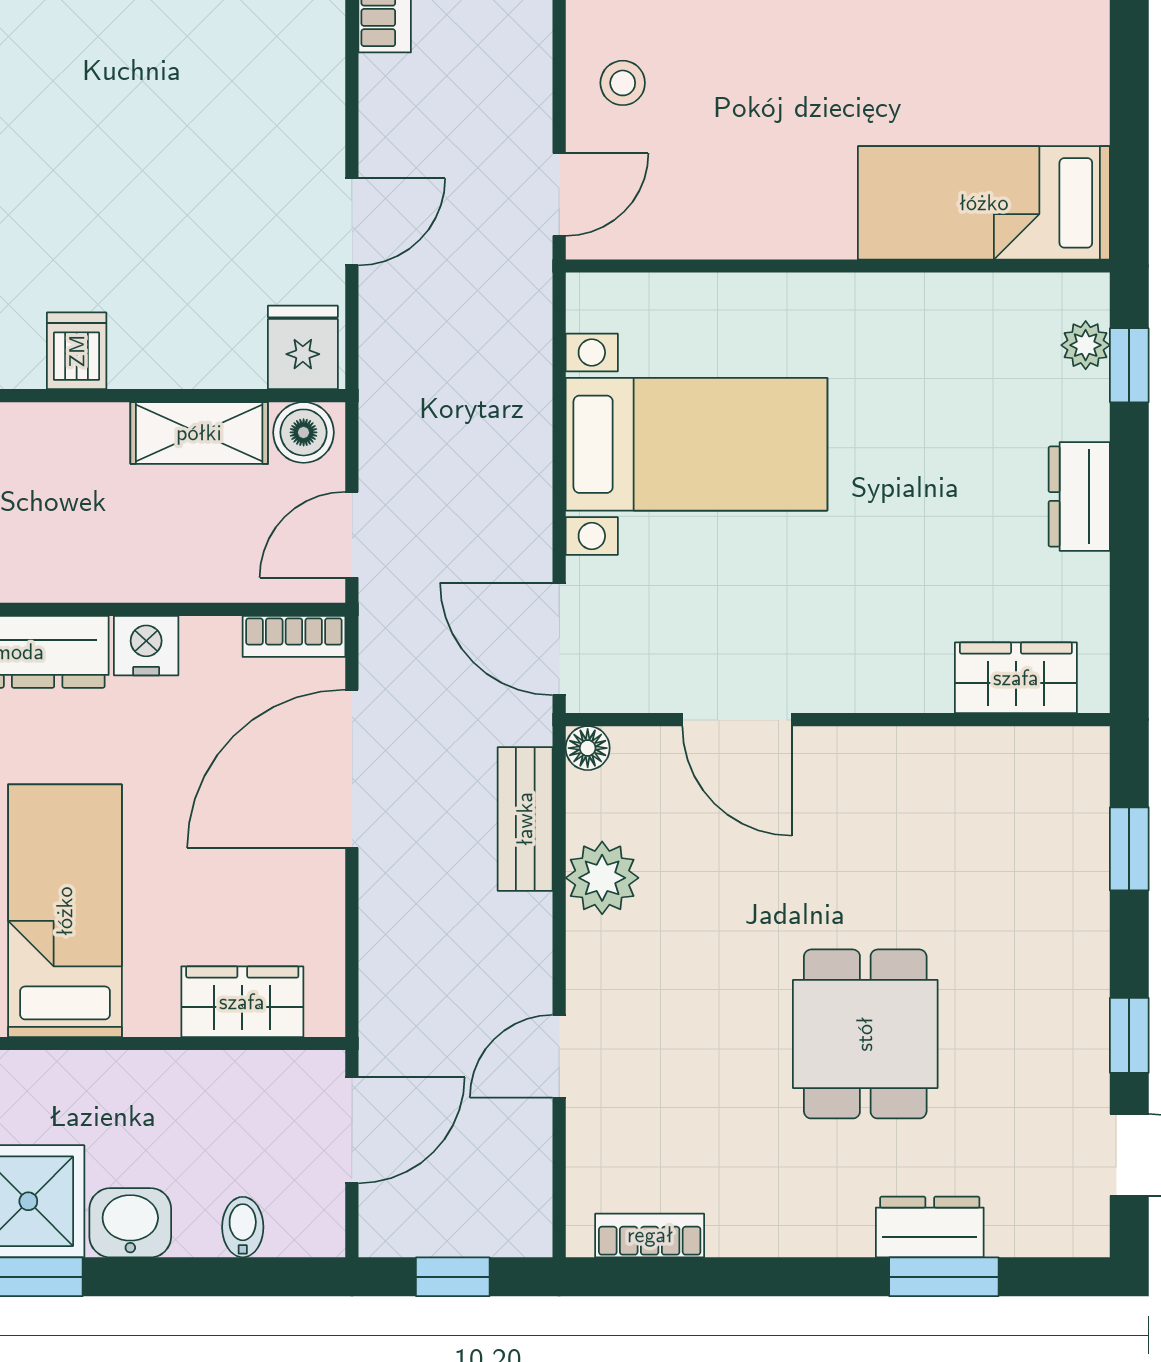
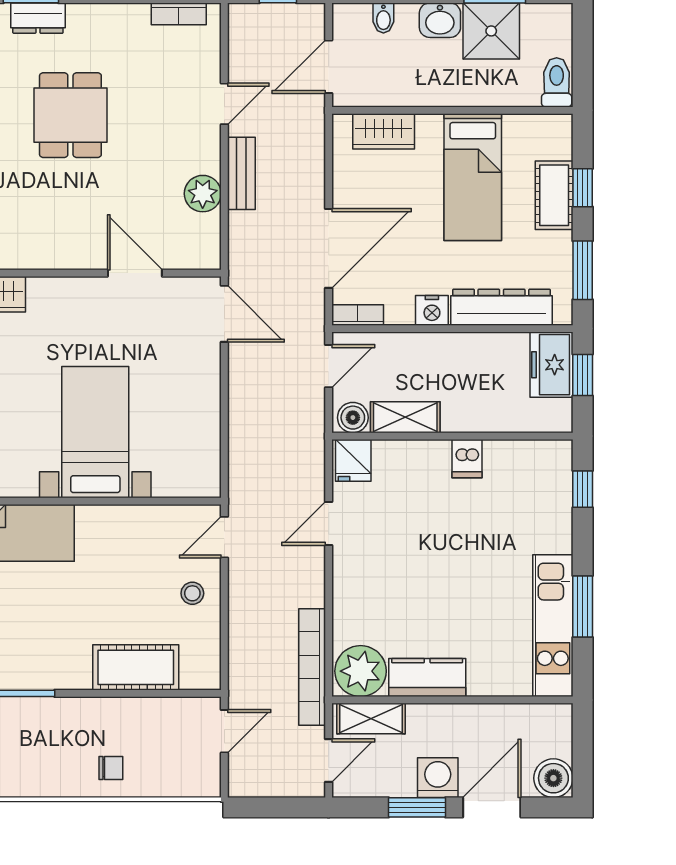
bed with nightstands: (696, 444) -> (95, 432), moved, turned 90
floor lamp: (588, 748) -> (210, 259), removed
bench: (525, 819) -> (241, 173), moved

